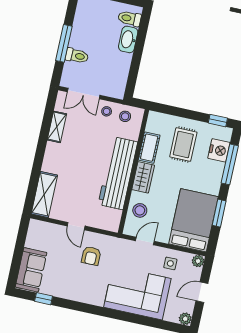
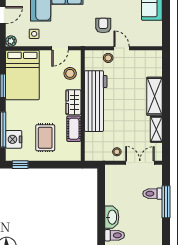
stool: (125, 116) -> (108, 58), moved
shelving: (44, 195) -> (155, 96), moved

